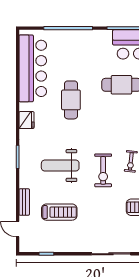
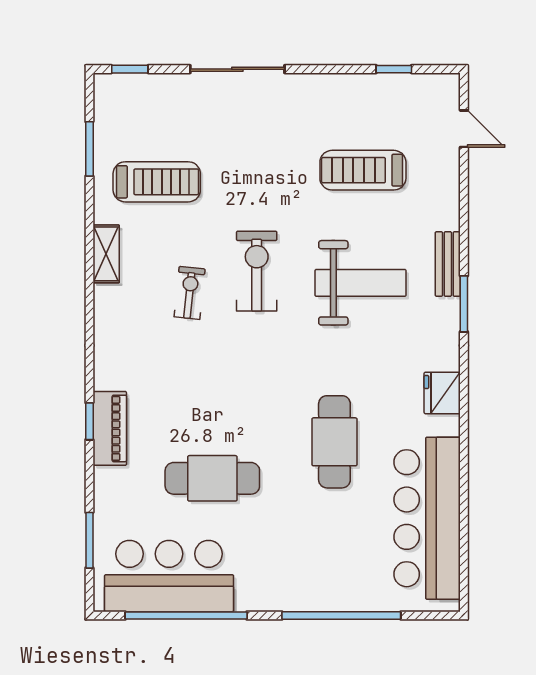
bench: (24, 202) -> (448, 264), moved

